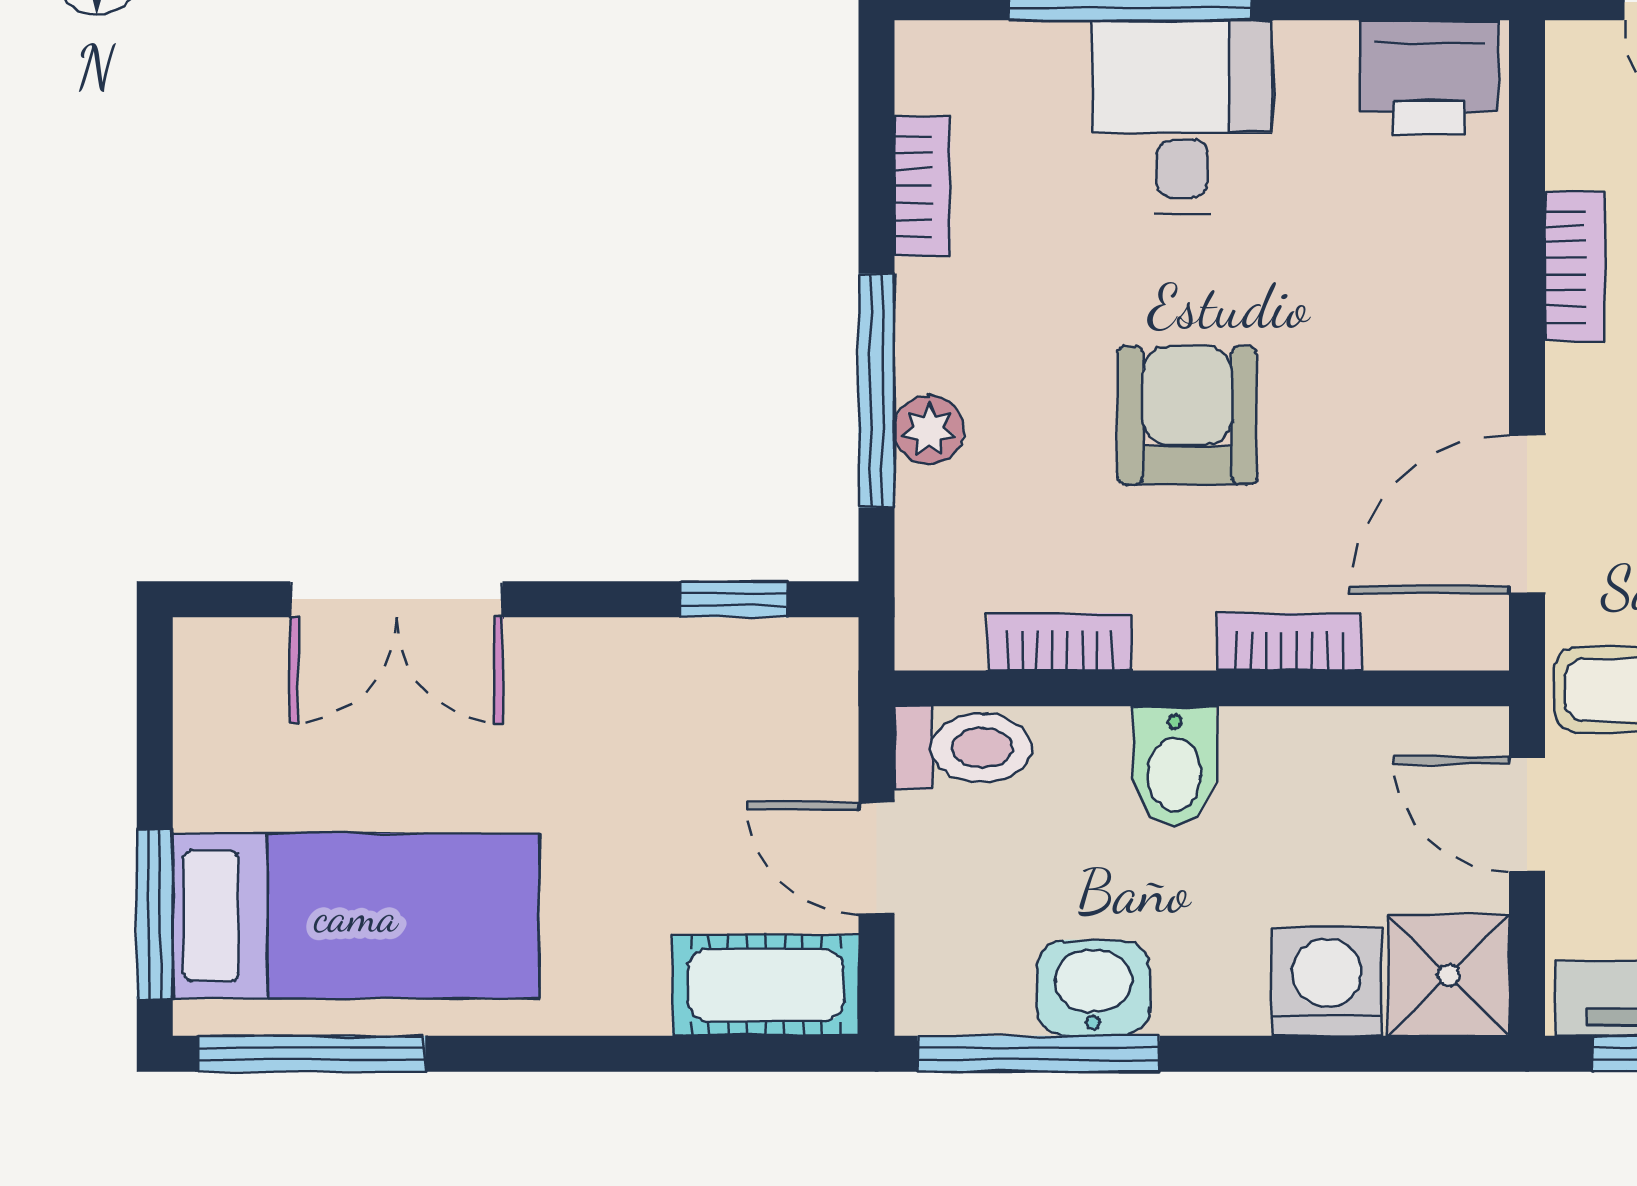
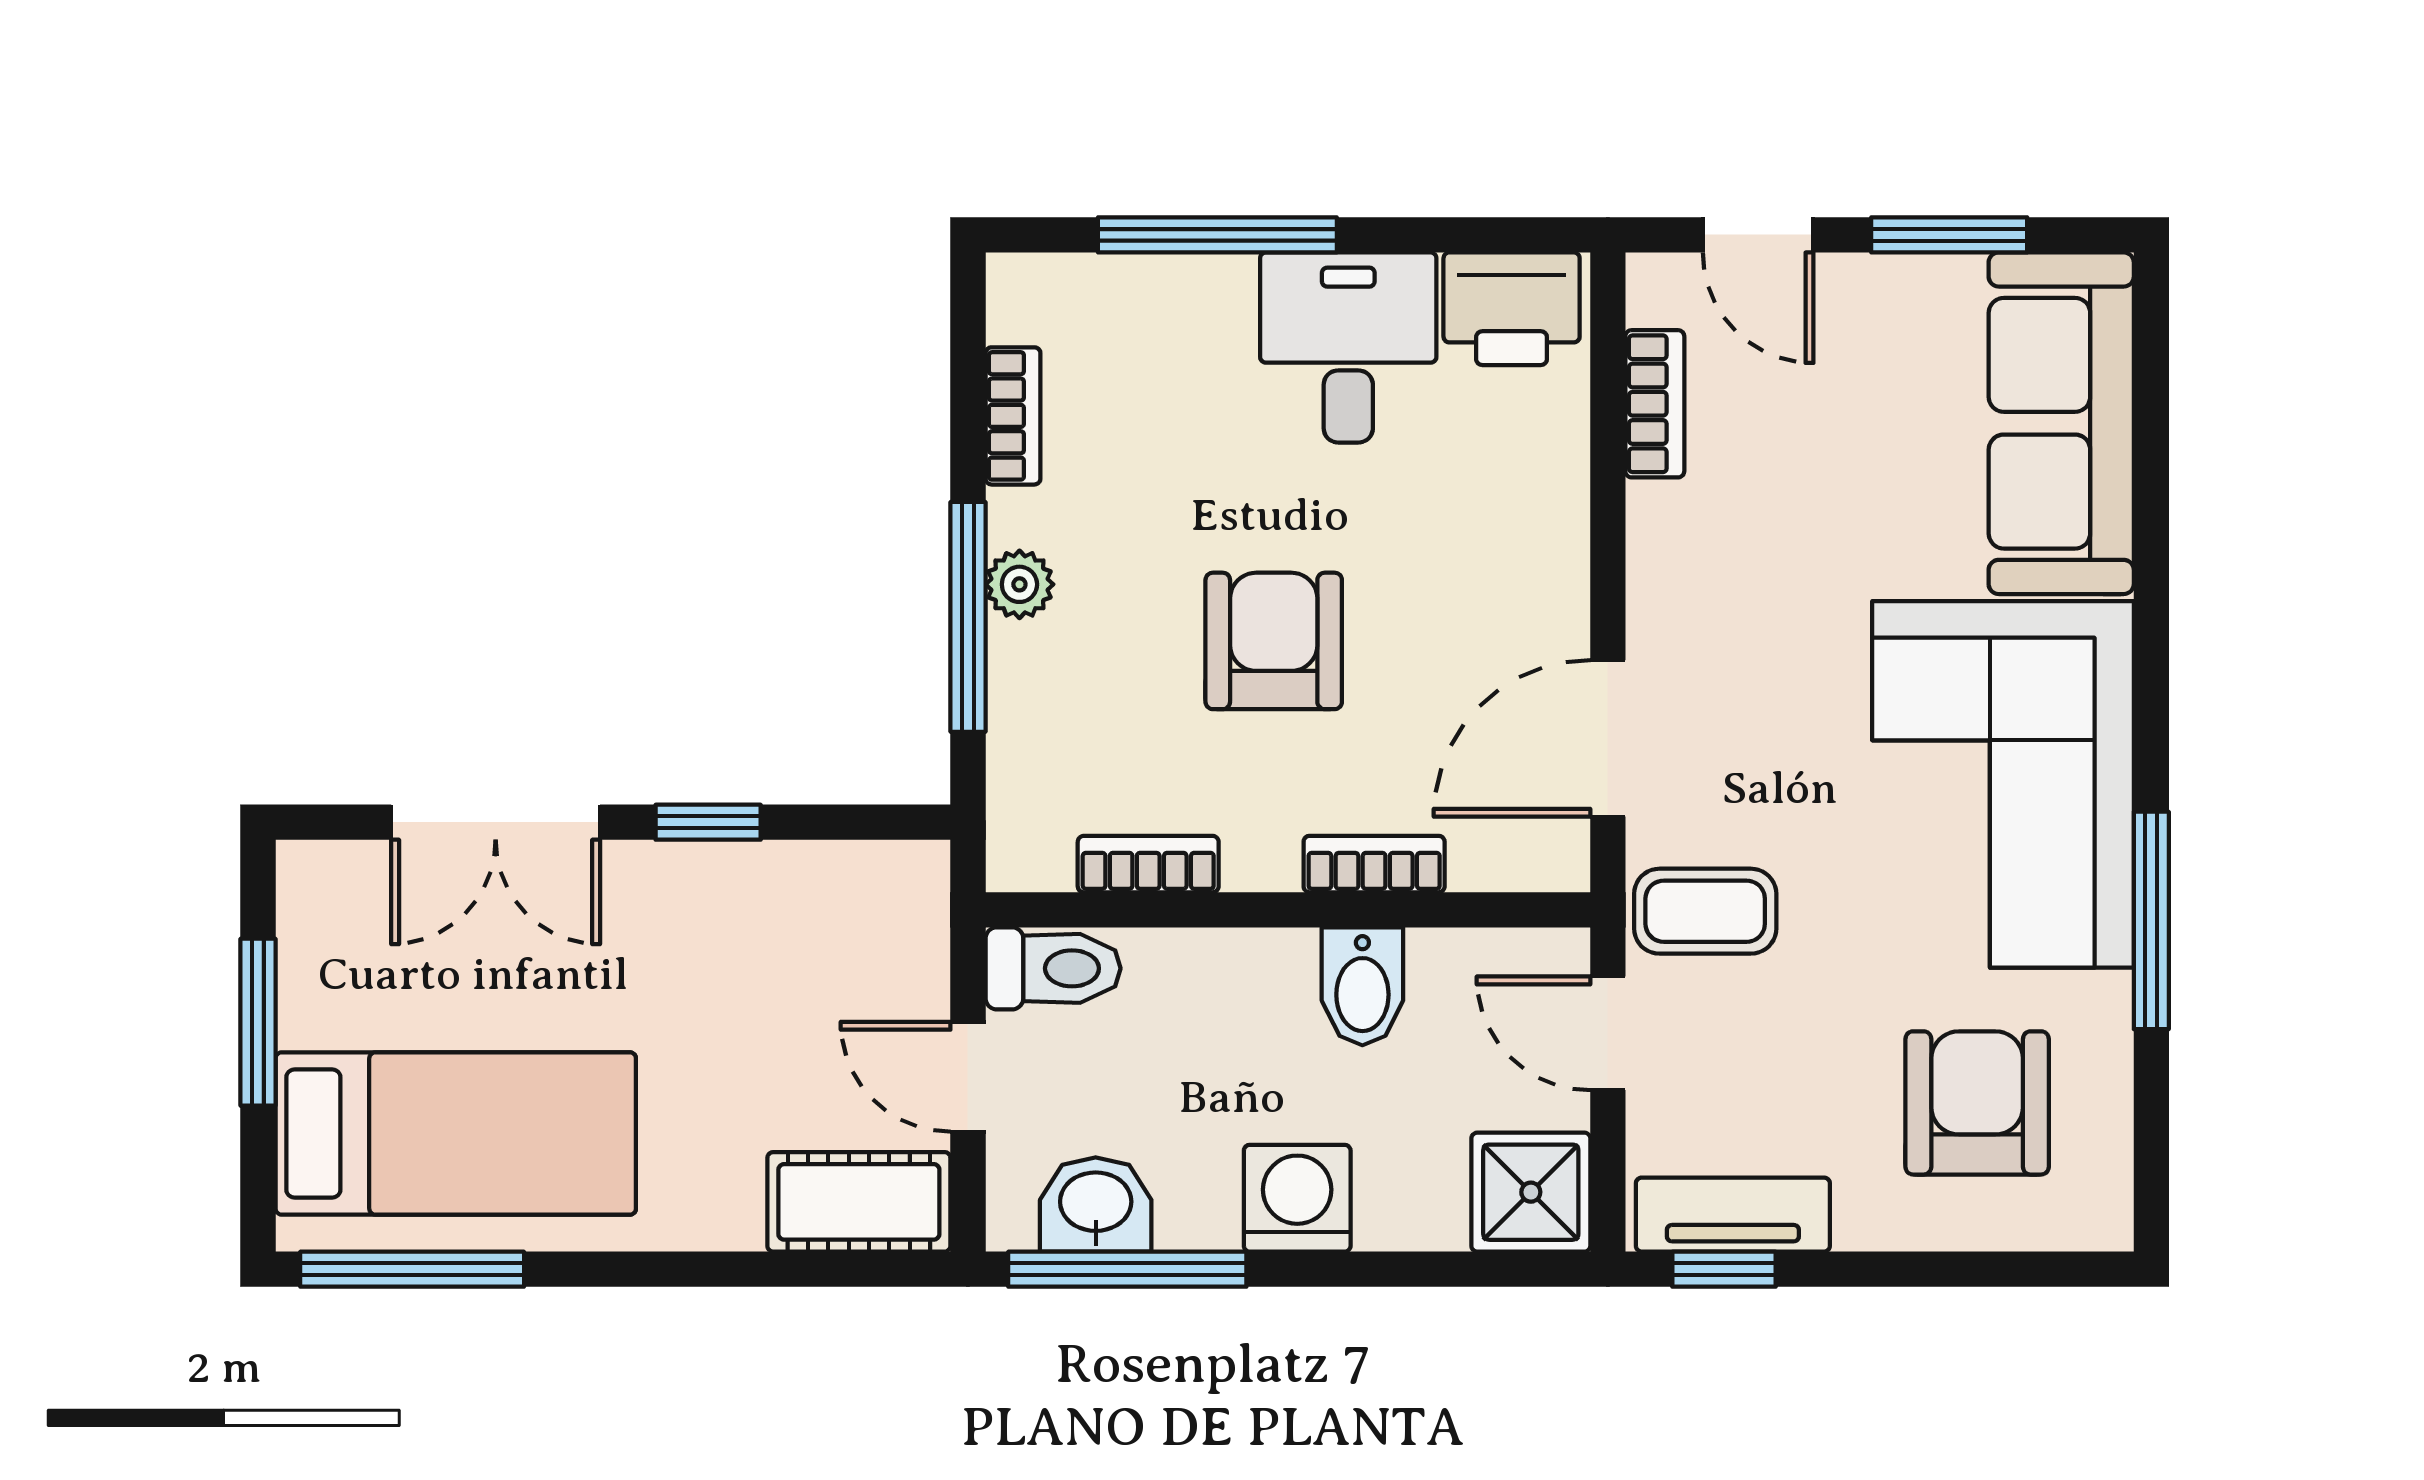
desk: (1182, 117) -> (1348, 348), moved
bookcase: (1575, 266) -> (1655, 404), moved
plant: (929, 430) -> (1019, 584), moved
window: (734, 599) -> (708, 822), moved
bidet: (1174, 766) -> (1362, 986), moved
window: (155, 914) -> (258, 1022), moved
washing machine: (1327, 982) -> (1297, 1198), moved
washbasin: (1093, 988) -> (1096, 1204), moved

